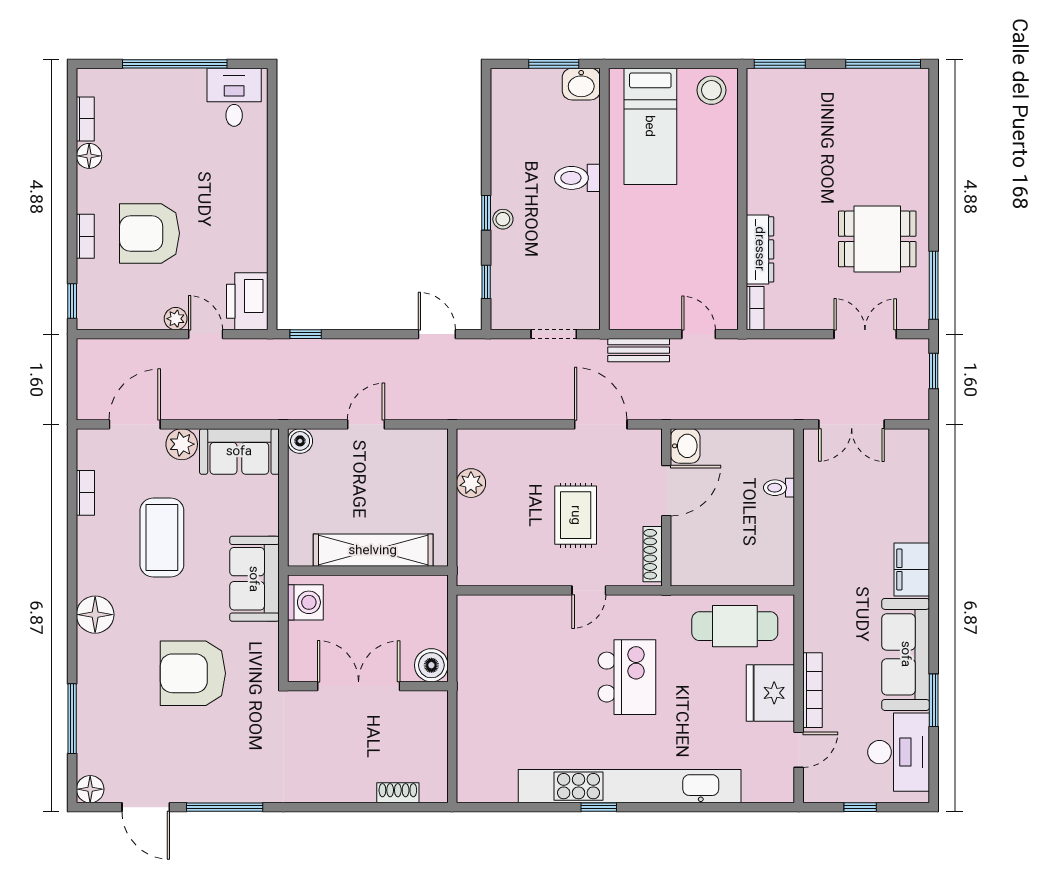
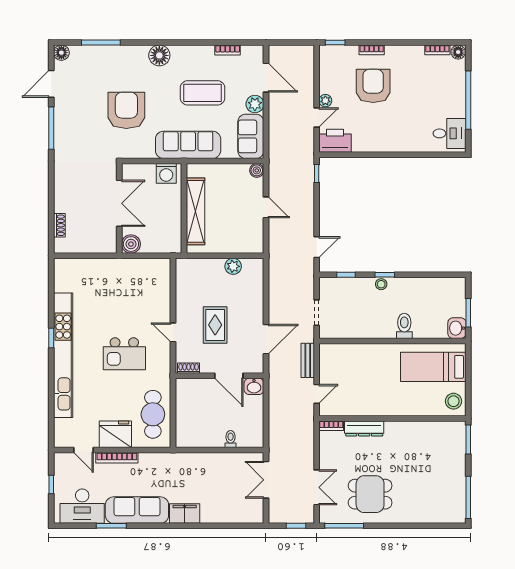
floor lamp: (89, 156) -> (458, 52), moved
dining table: (877, 239) -> (370, 494), turned 90
rug: (576, 515) -> (215, 325), turned 90
shoe rack: (653, 554) -> (189, 368), width x0.70
sofa: (254, 579) -> (188, 145), width x1.36

